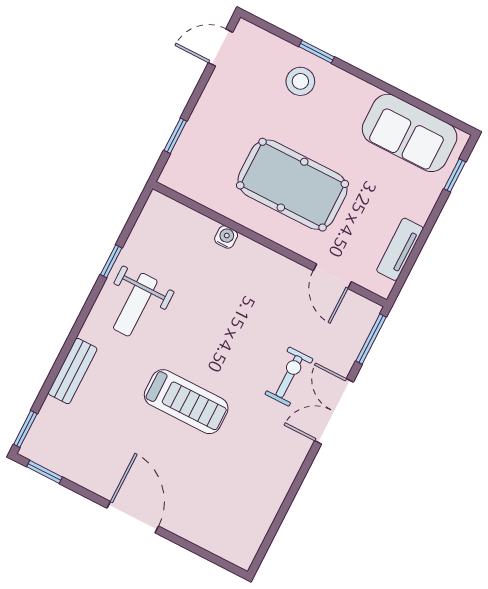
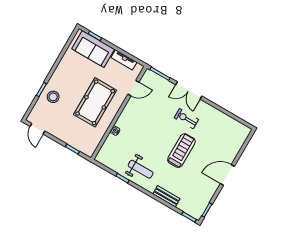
sofa: (410, 133) -> (93, 49), moved, turned 90
exercise bike: (289, 377) -> (186, 119), moved

